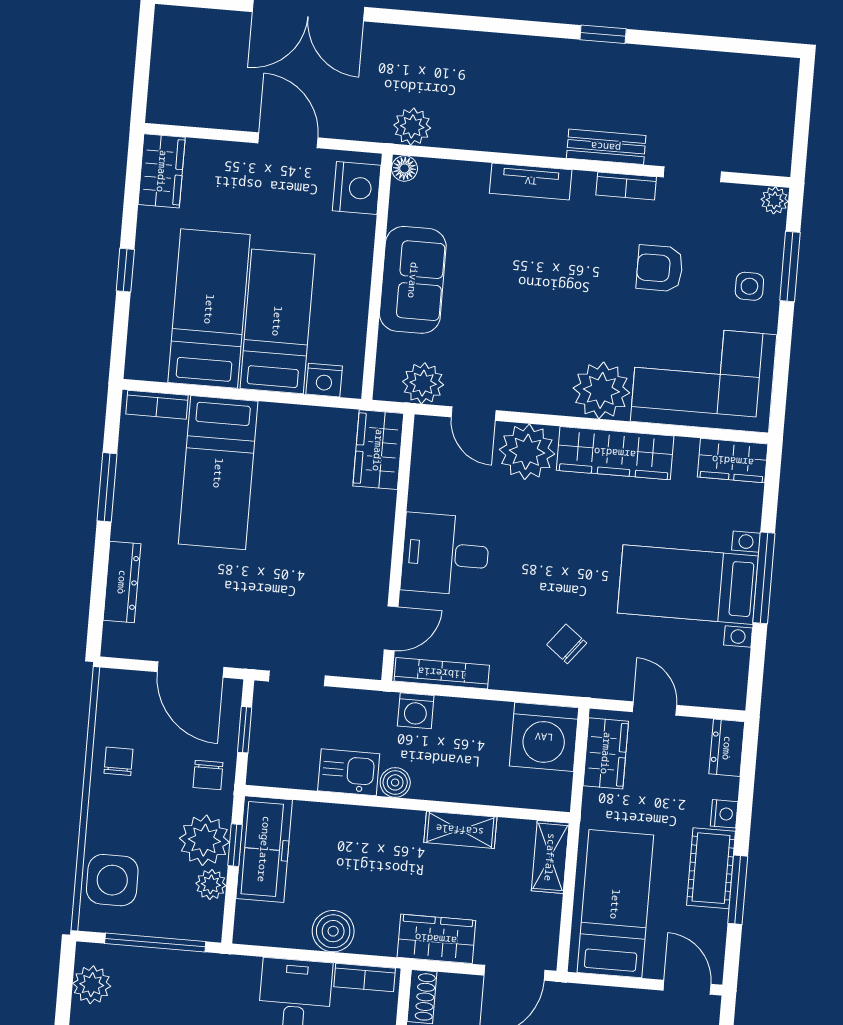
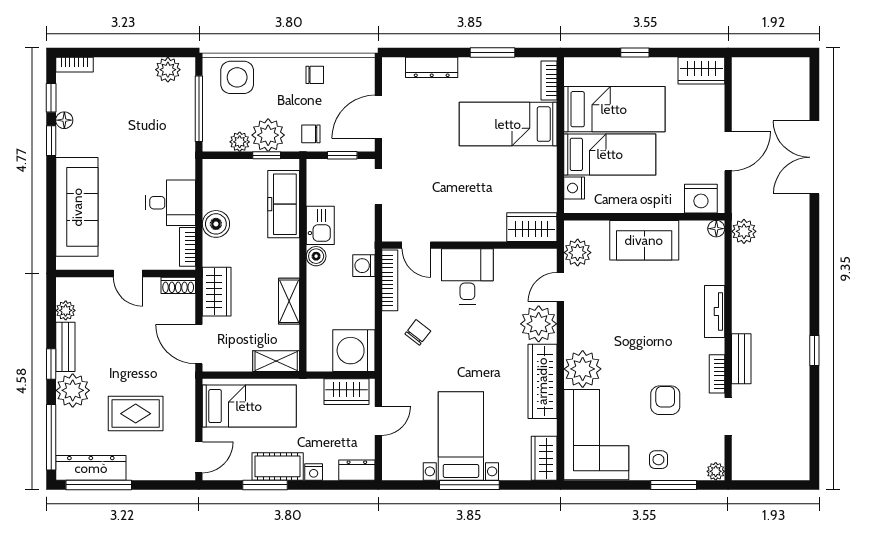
chair: (567, 644) -> (418, 332), moved
freezer: (264, 849) -> (284, 204), moved, turned 90

